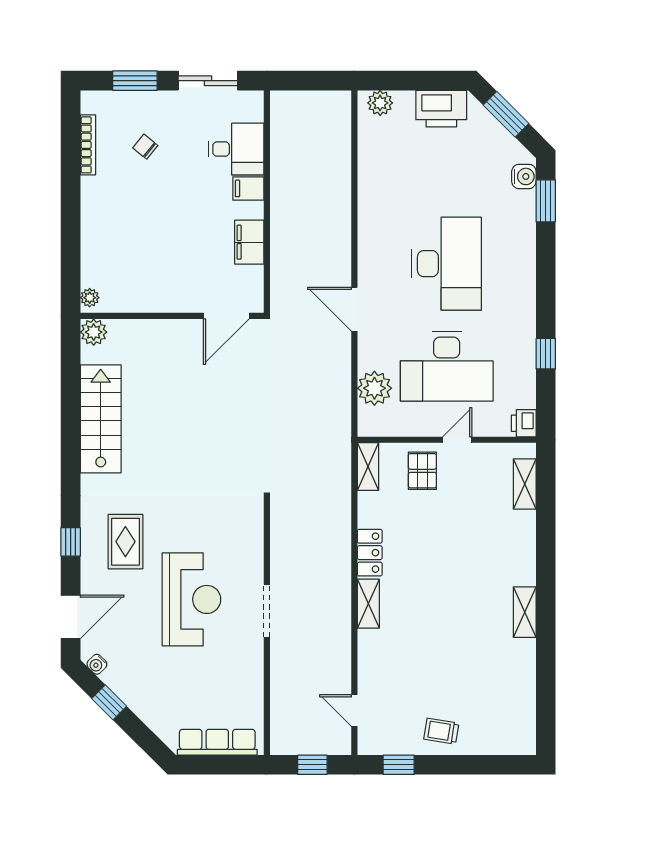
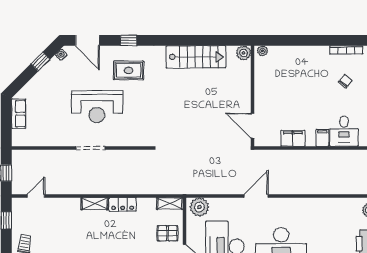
plant: (374, 388) -> (199, 207), moved
row of seats: (217, 742) -> (19, 114), width x0.68

